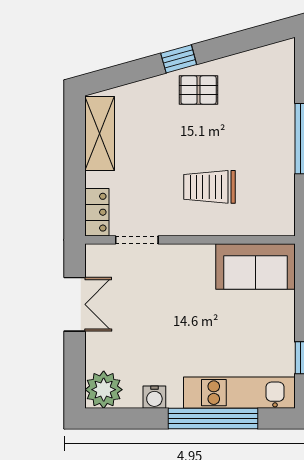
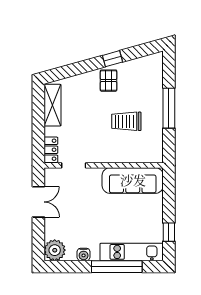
window: (179, 59) -> (112, 59), moved
pallet: (199, 90) -> (109, 81), turned 90
trolley: (210, 187) -> (126, 121), moved
sofa: (256, 266) -> (133, 180), width x1.36

